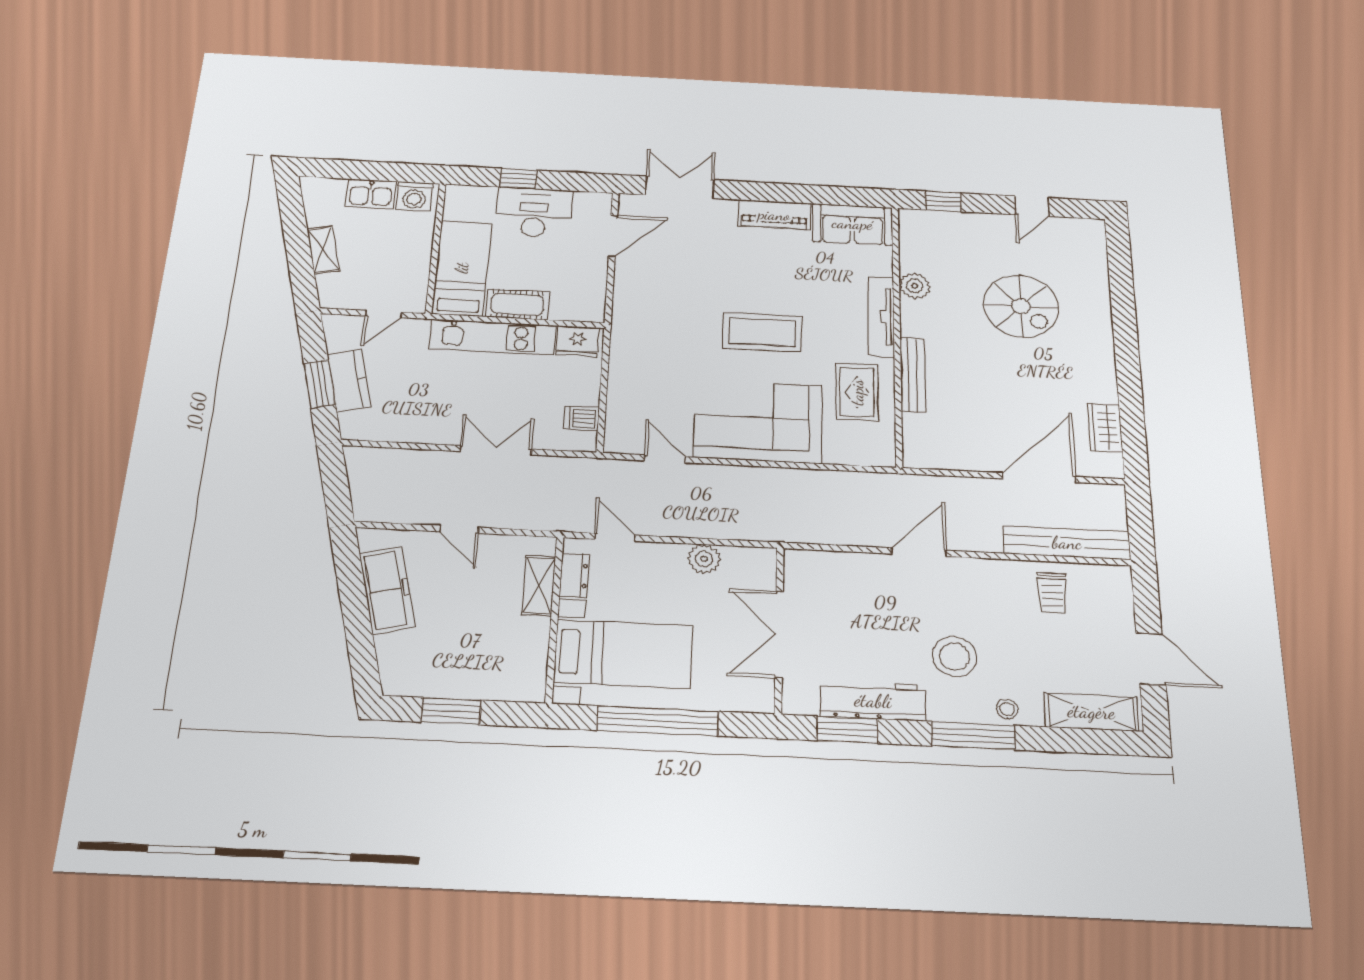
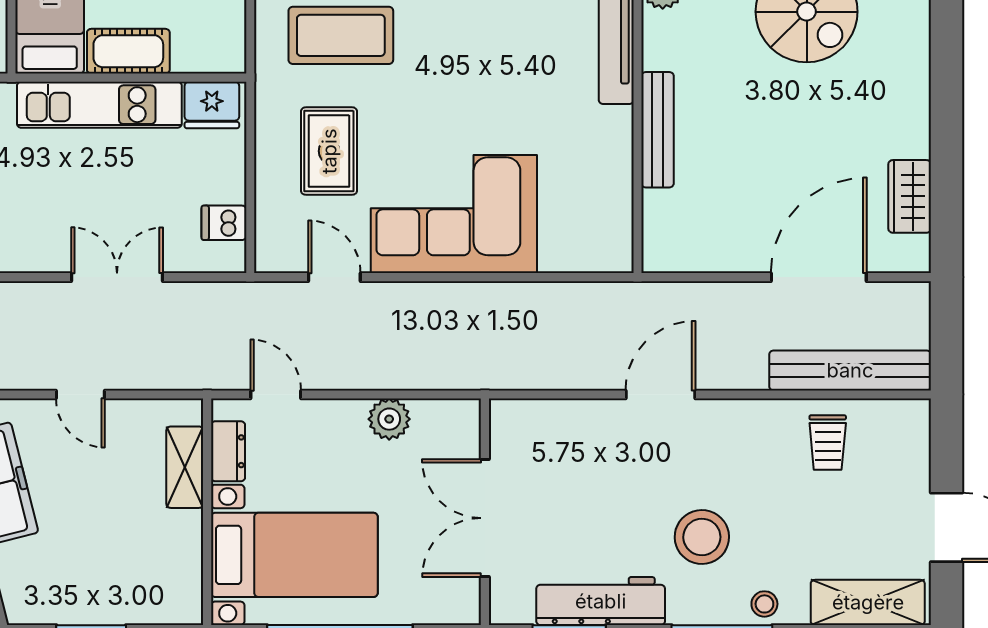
coffee table: (762, 332) -> (341, 35), moved
rug: (857, 392) -> (329, 151), moved

